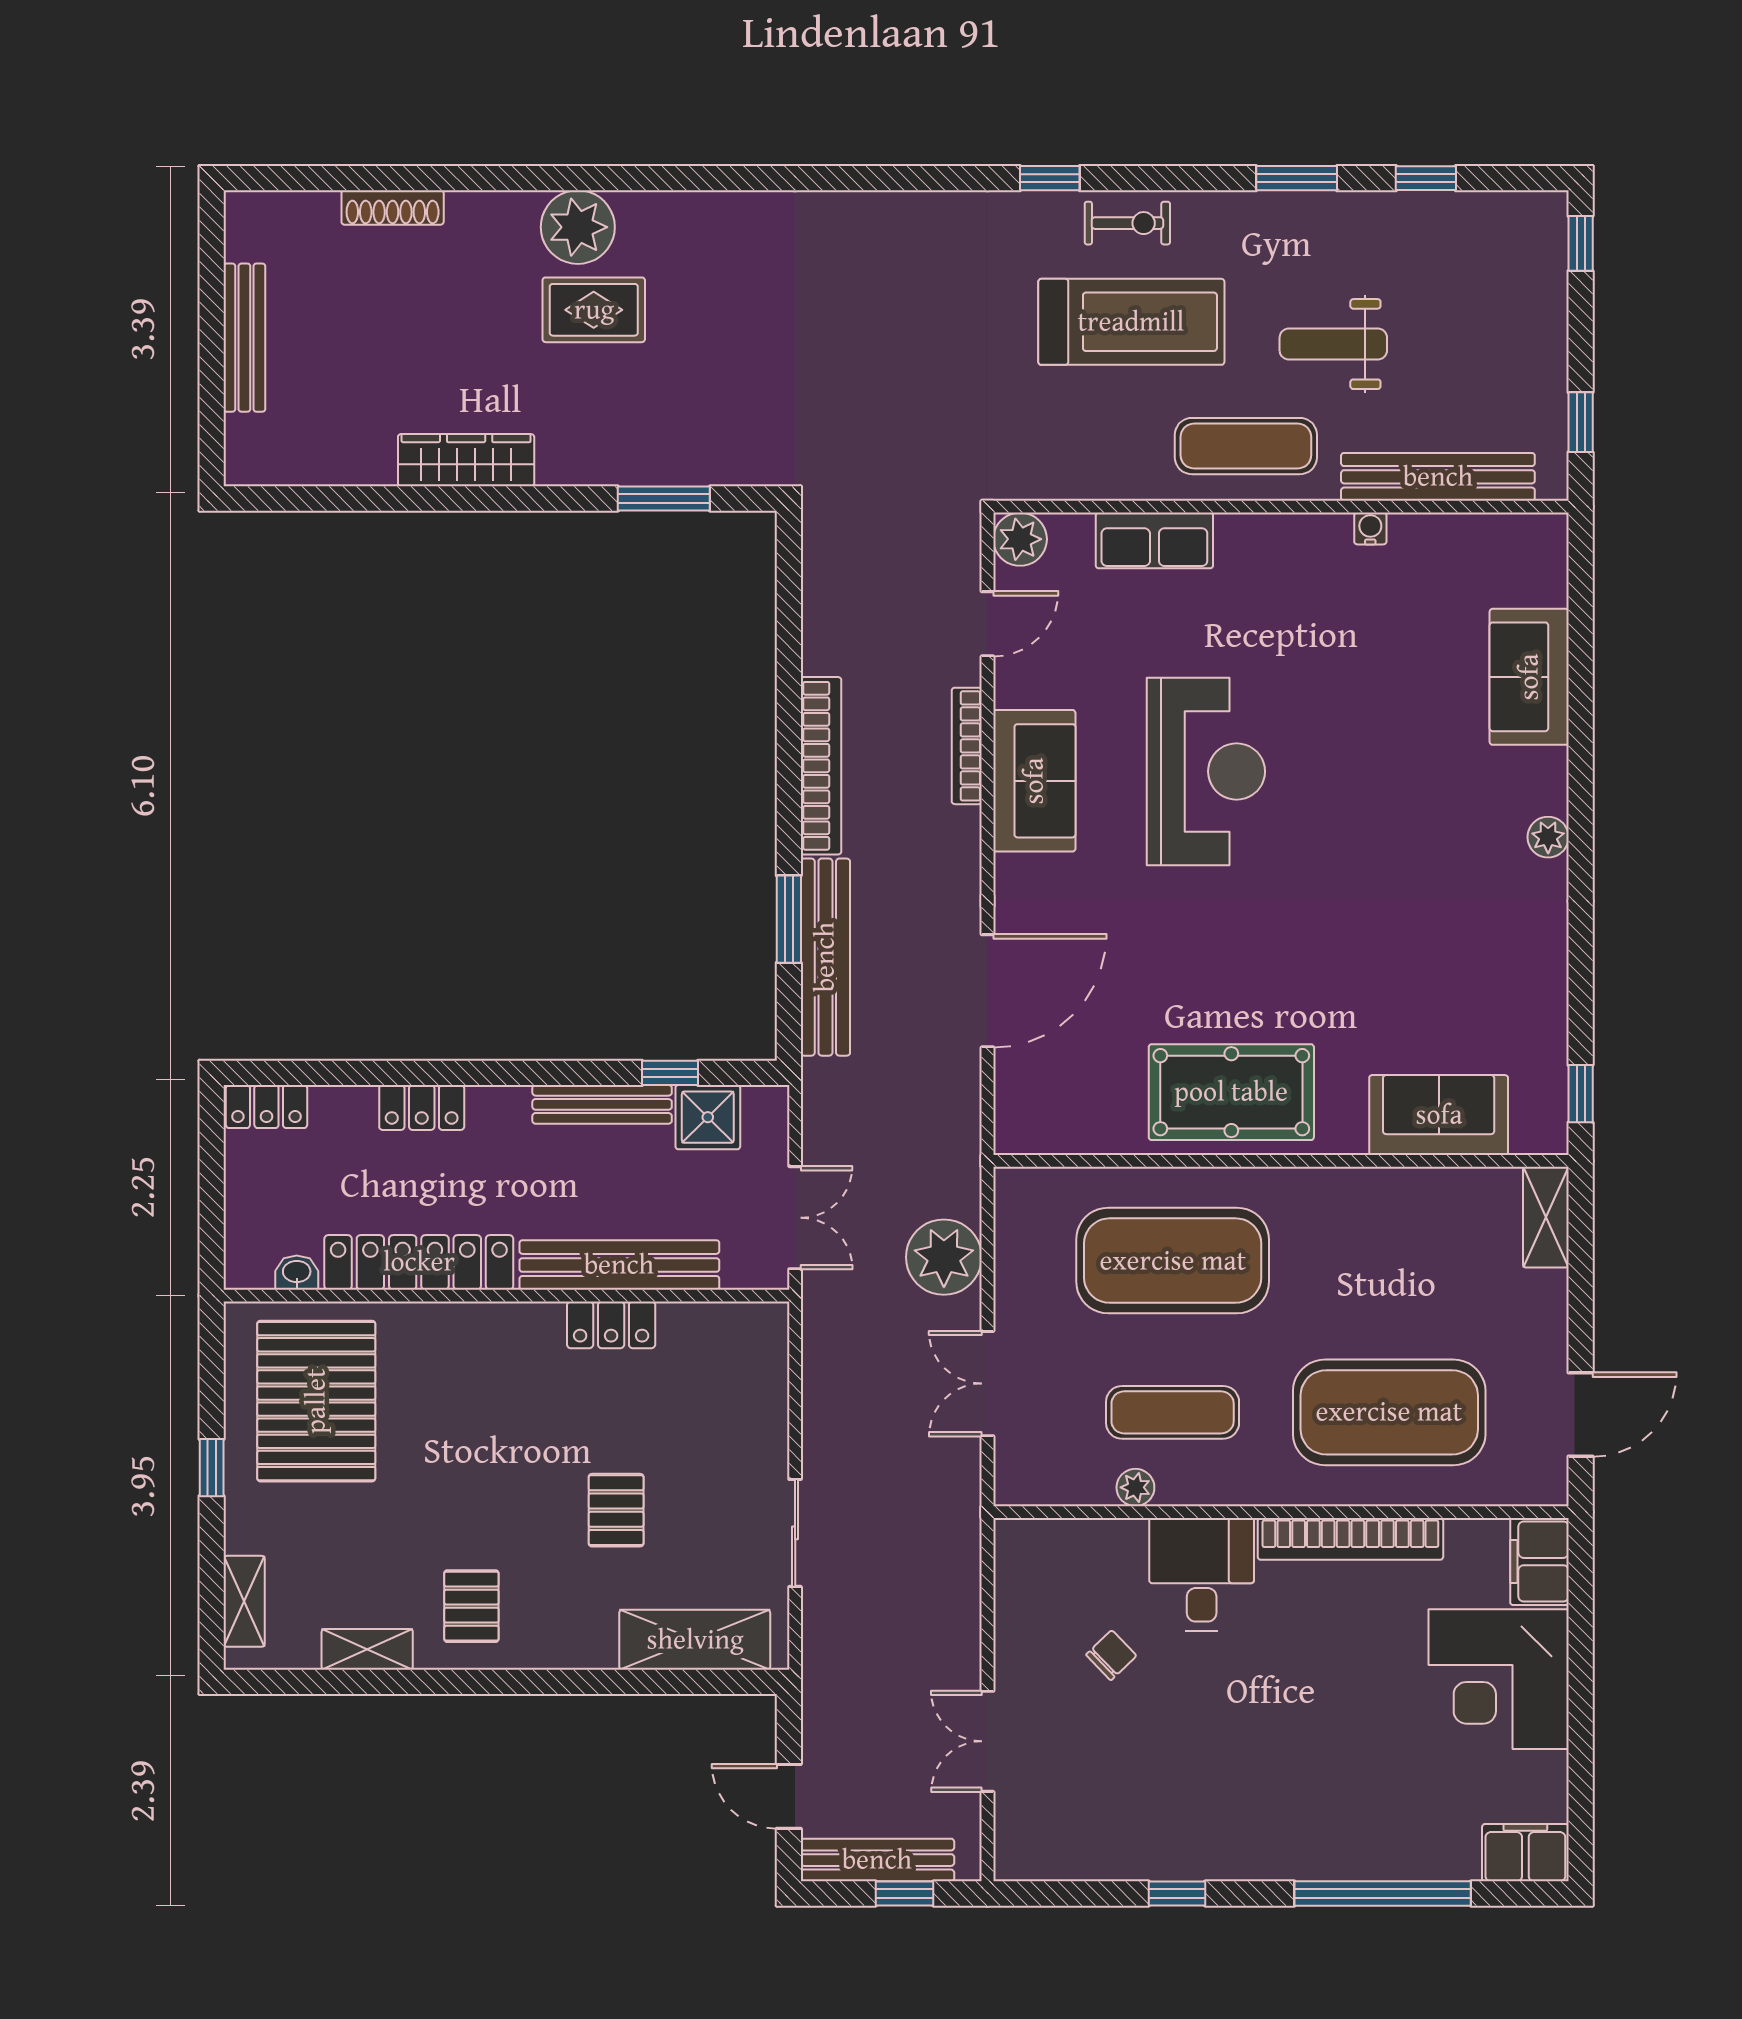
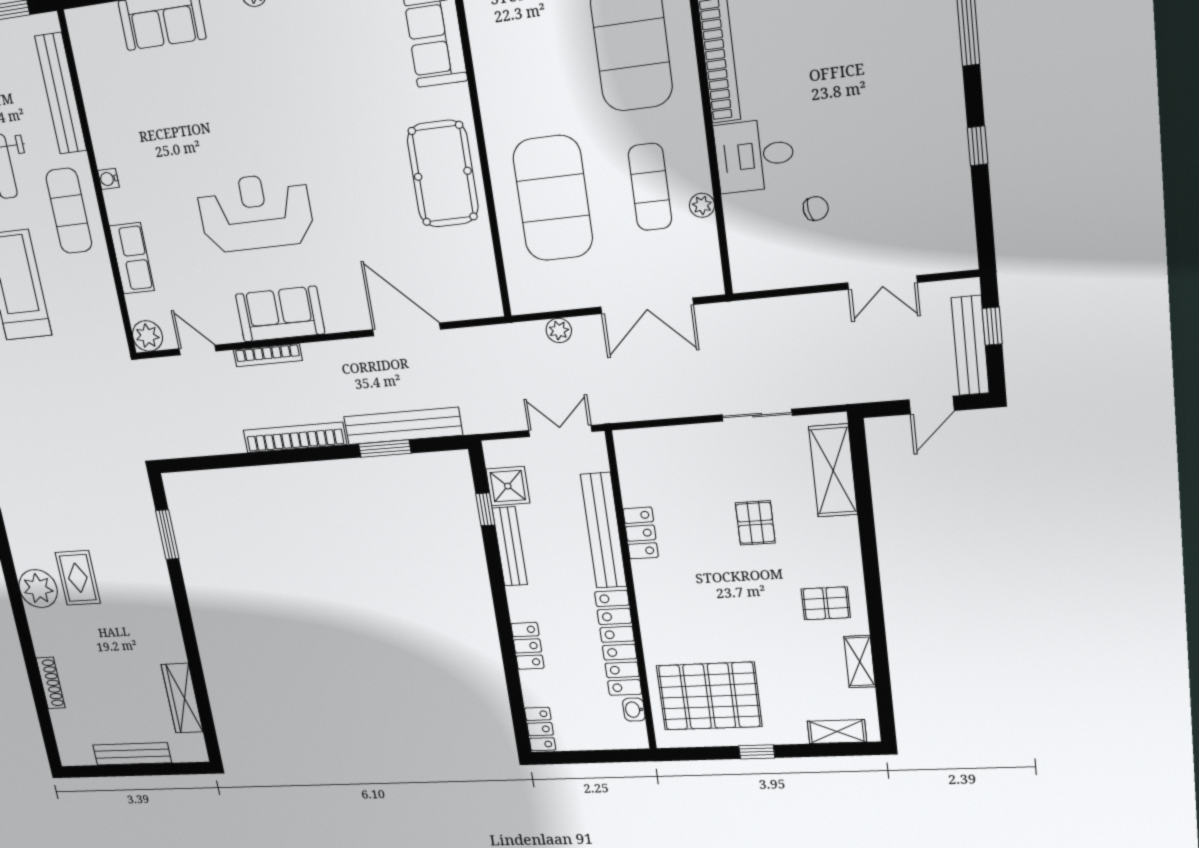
wardrobe: (466, 460) -> (182, 698), moved
water cooler: (1370, 528) -> (108, 179), moved
plant: (944, 1257) -> (559, 330), width x0.53, depth x0.53
double door: (987, 1384) -> (647, 306), width x1.37
pallet: (616, 1510) -> (755, 523), turned 90
chair: (1111, 1655) -> (816, 208), turned 124

